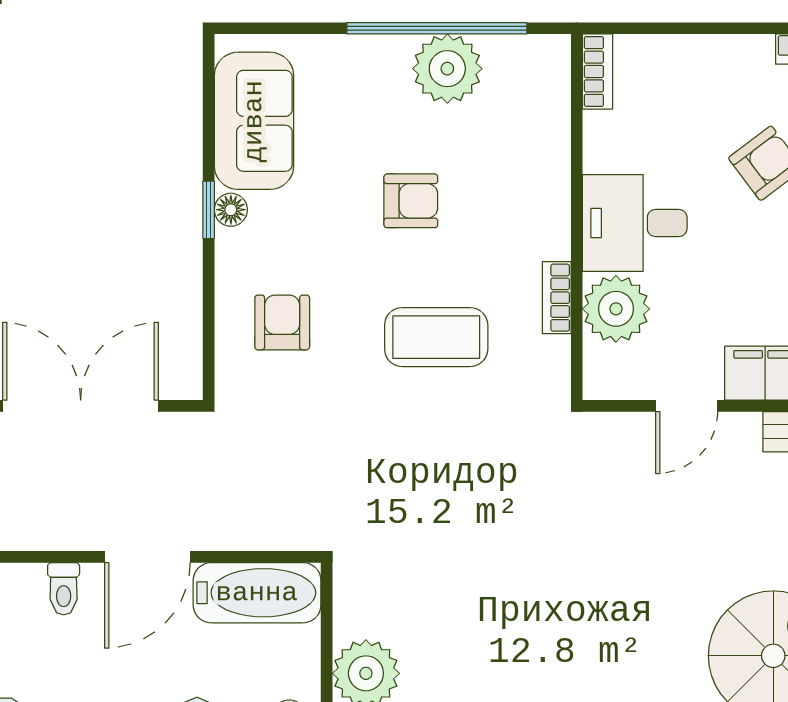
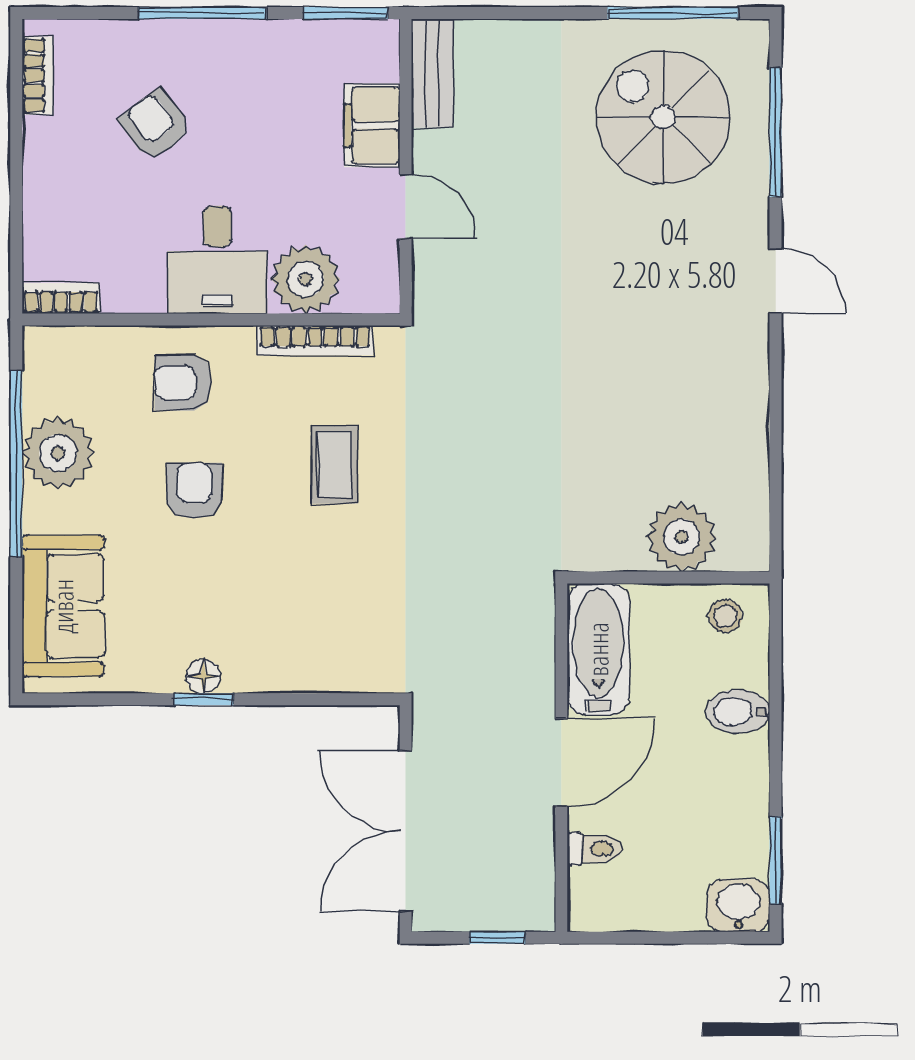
sofa: (254, 121) -> (63, 606), moved, turned 90
bookcase: (557, 298) -> (315, 340), width x1.56
armchair: (282, 322) -> (183, 382), moved
coffee table: (436, 337) -> (335, 465), width x0.73, depth x0.77
door: (147, 557) -> (561, 762), hinge flipped

